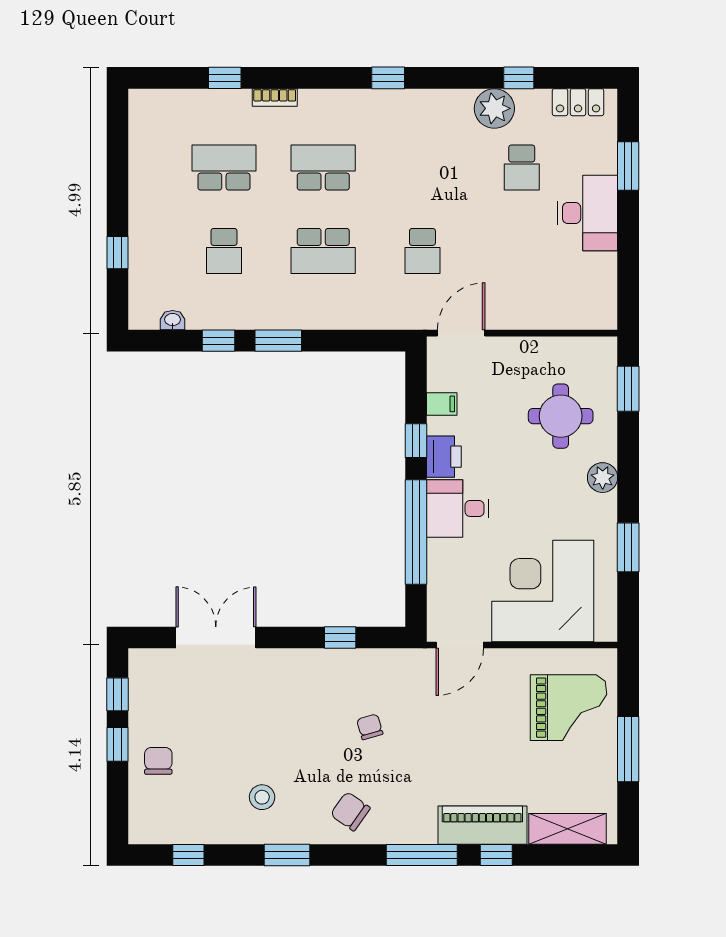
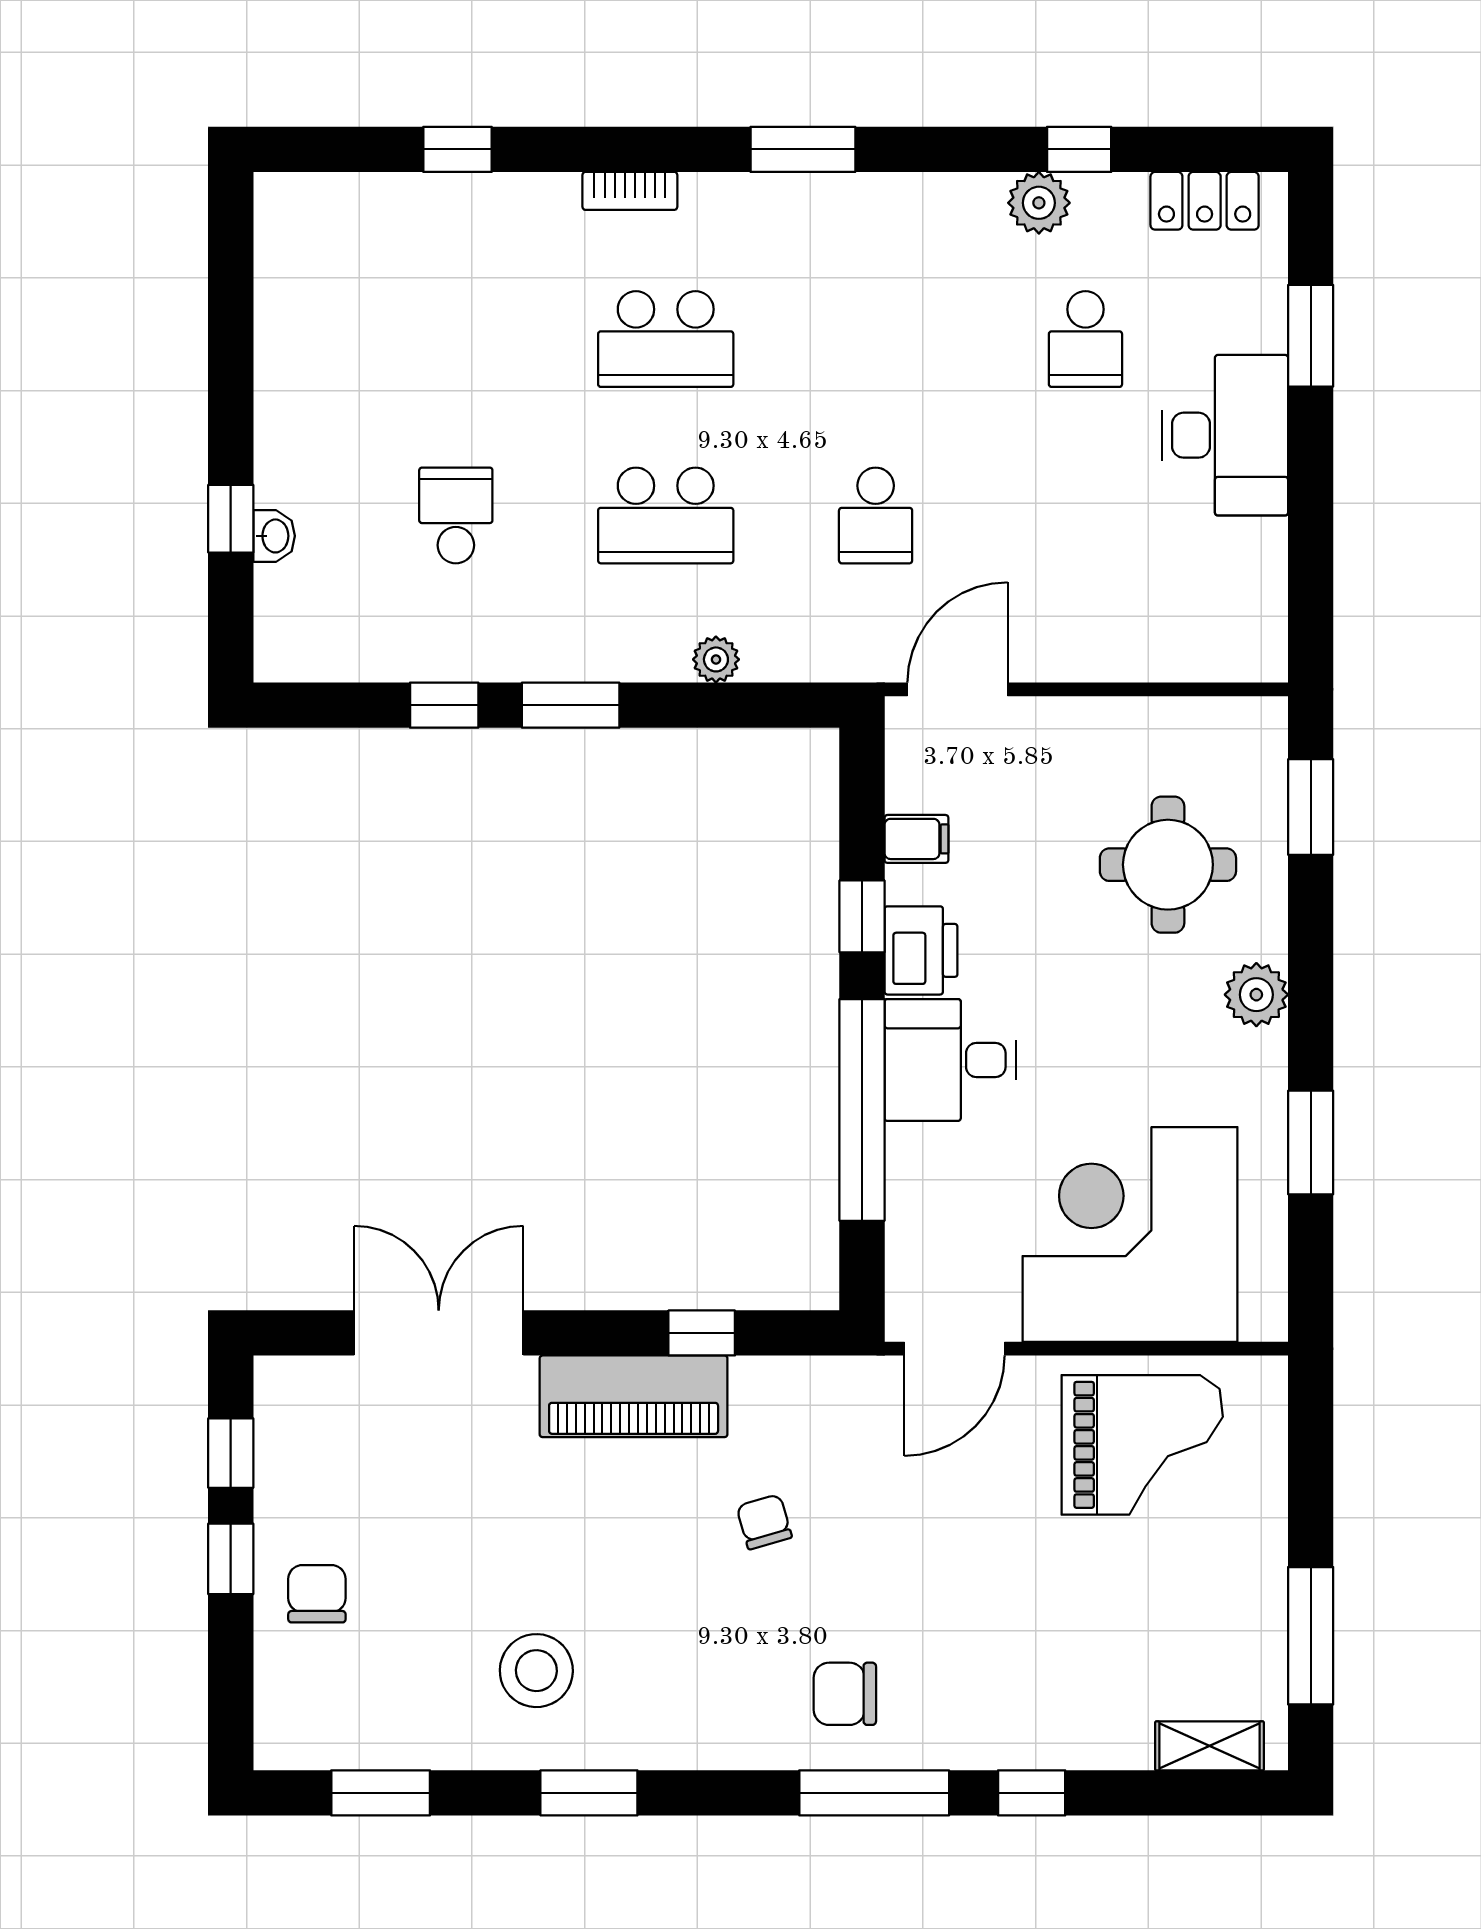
window: (388, 78) -> (803, 149), width x1.50
bookcase: (275, 97) -> (630, 191), moved
plant: (494, 108) -> (1039, 203), width x0.73, depth x0.73
school desk: (224, 168) -> (456, 339), removed
school desk: (323, 168) -> (666, 339), turned 180
school desk: (224, 251) -> (456, 515), turned 180
plant: (347, 319) -> (716, 659), added
washbasin: (173, 320) -> (274, 536), moved, turned 90
grand piano: (569, 708) -> (1142, 1445), moved
window: (628, 749) -> (1311, 1636), moved
stool: (262, 797) -> (536, 1671), width x1.38, depth x1.38
chair: (350, 811) -> (845, 1694), moved, turned -35
piano: (482, 825) -> (634, 1396), moved, turned 180
shelving: (567, 829) -> (1210, 1746), width x0.67, depth x0.75
window: (188, 855) -> (381, 1793), width x1.50

